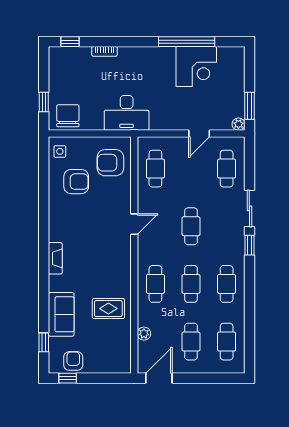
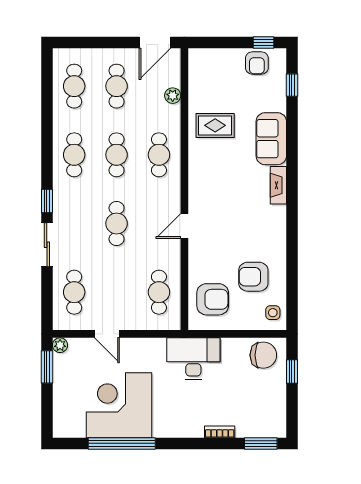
window: (70, 42) -> (261, 443), width x1.50
corner desk: (196, 66) -> (119, 405), width x1.36, depth x1.36
chair: (68, 116) -> (263, 355), turned -90
door: (199, 134) -> (107, 334), swing flipped
sofa: (61, 314) -> (271, 139), moved

